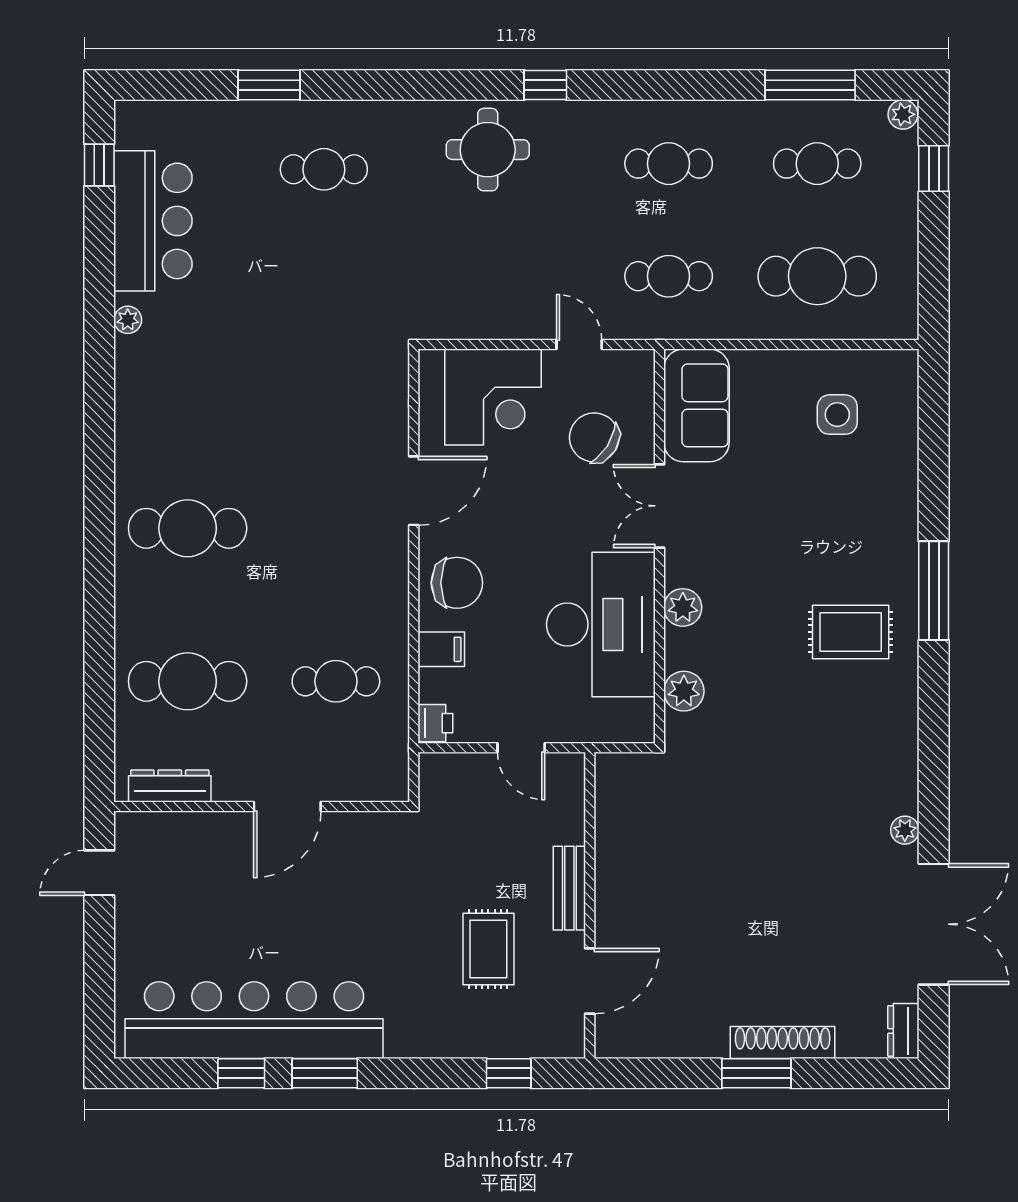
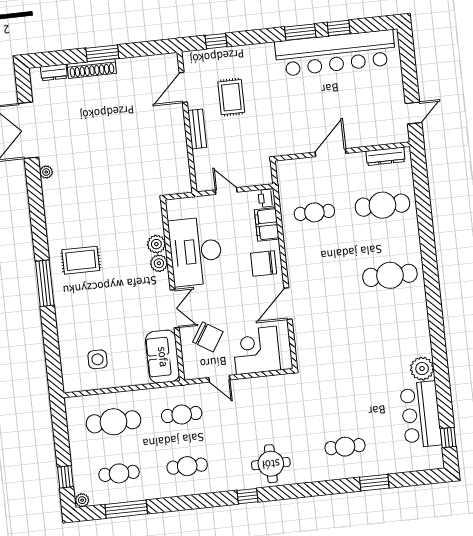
plant: (128, 320) -> (422, 369), width x1.87, depth x1.87
filing cabinet: (441, 649) -> (267, 224), width x2.00
plant: (684, 691) -> (156, 244), moved
dresser: (903, 1031) -> (54, 72), moved, turned 90

